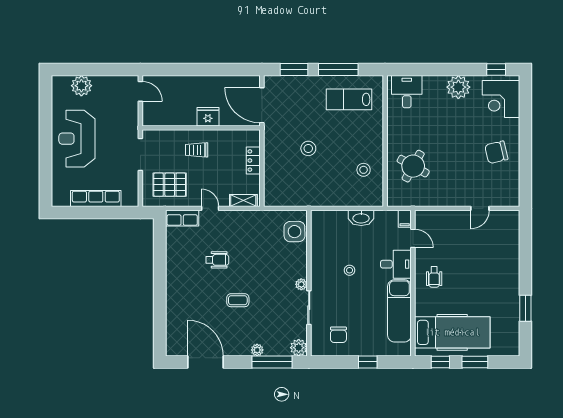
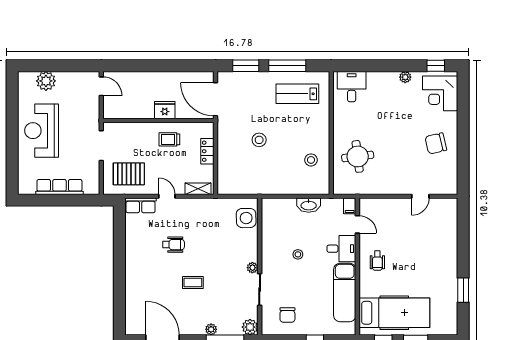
plant: (458, 87) -> (405, 77), width x0.53, depth x0.53
trolley: (197, 150) -> (169, 139), moved
round table: (413, 166) -> (358, 156), turned -36

